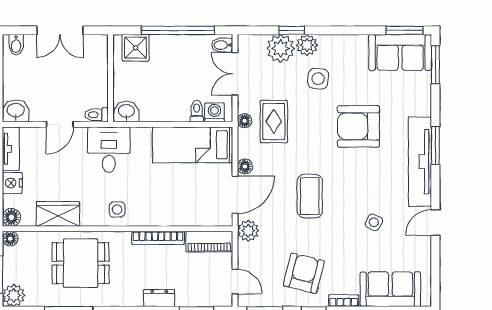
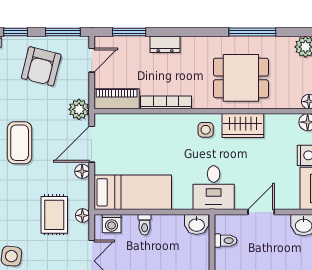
toilet: (197, 111) -> (145, 225), moved
toilet: (96, 115) -> (226, 241), moved
wardrobe: (58, 214) -> (243, 125), moved
armchair: (304, 273) -> (41, 66), moved
door: (235, 282) -> (92, 60), swing flipped

